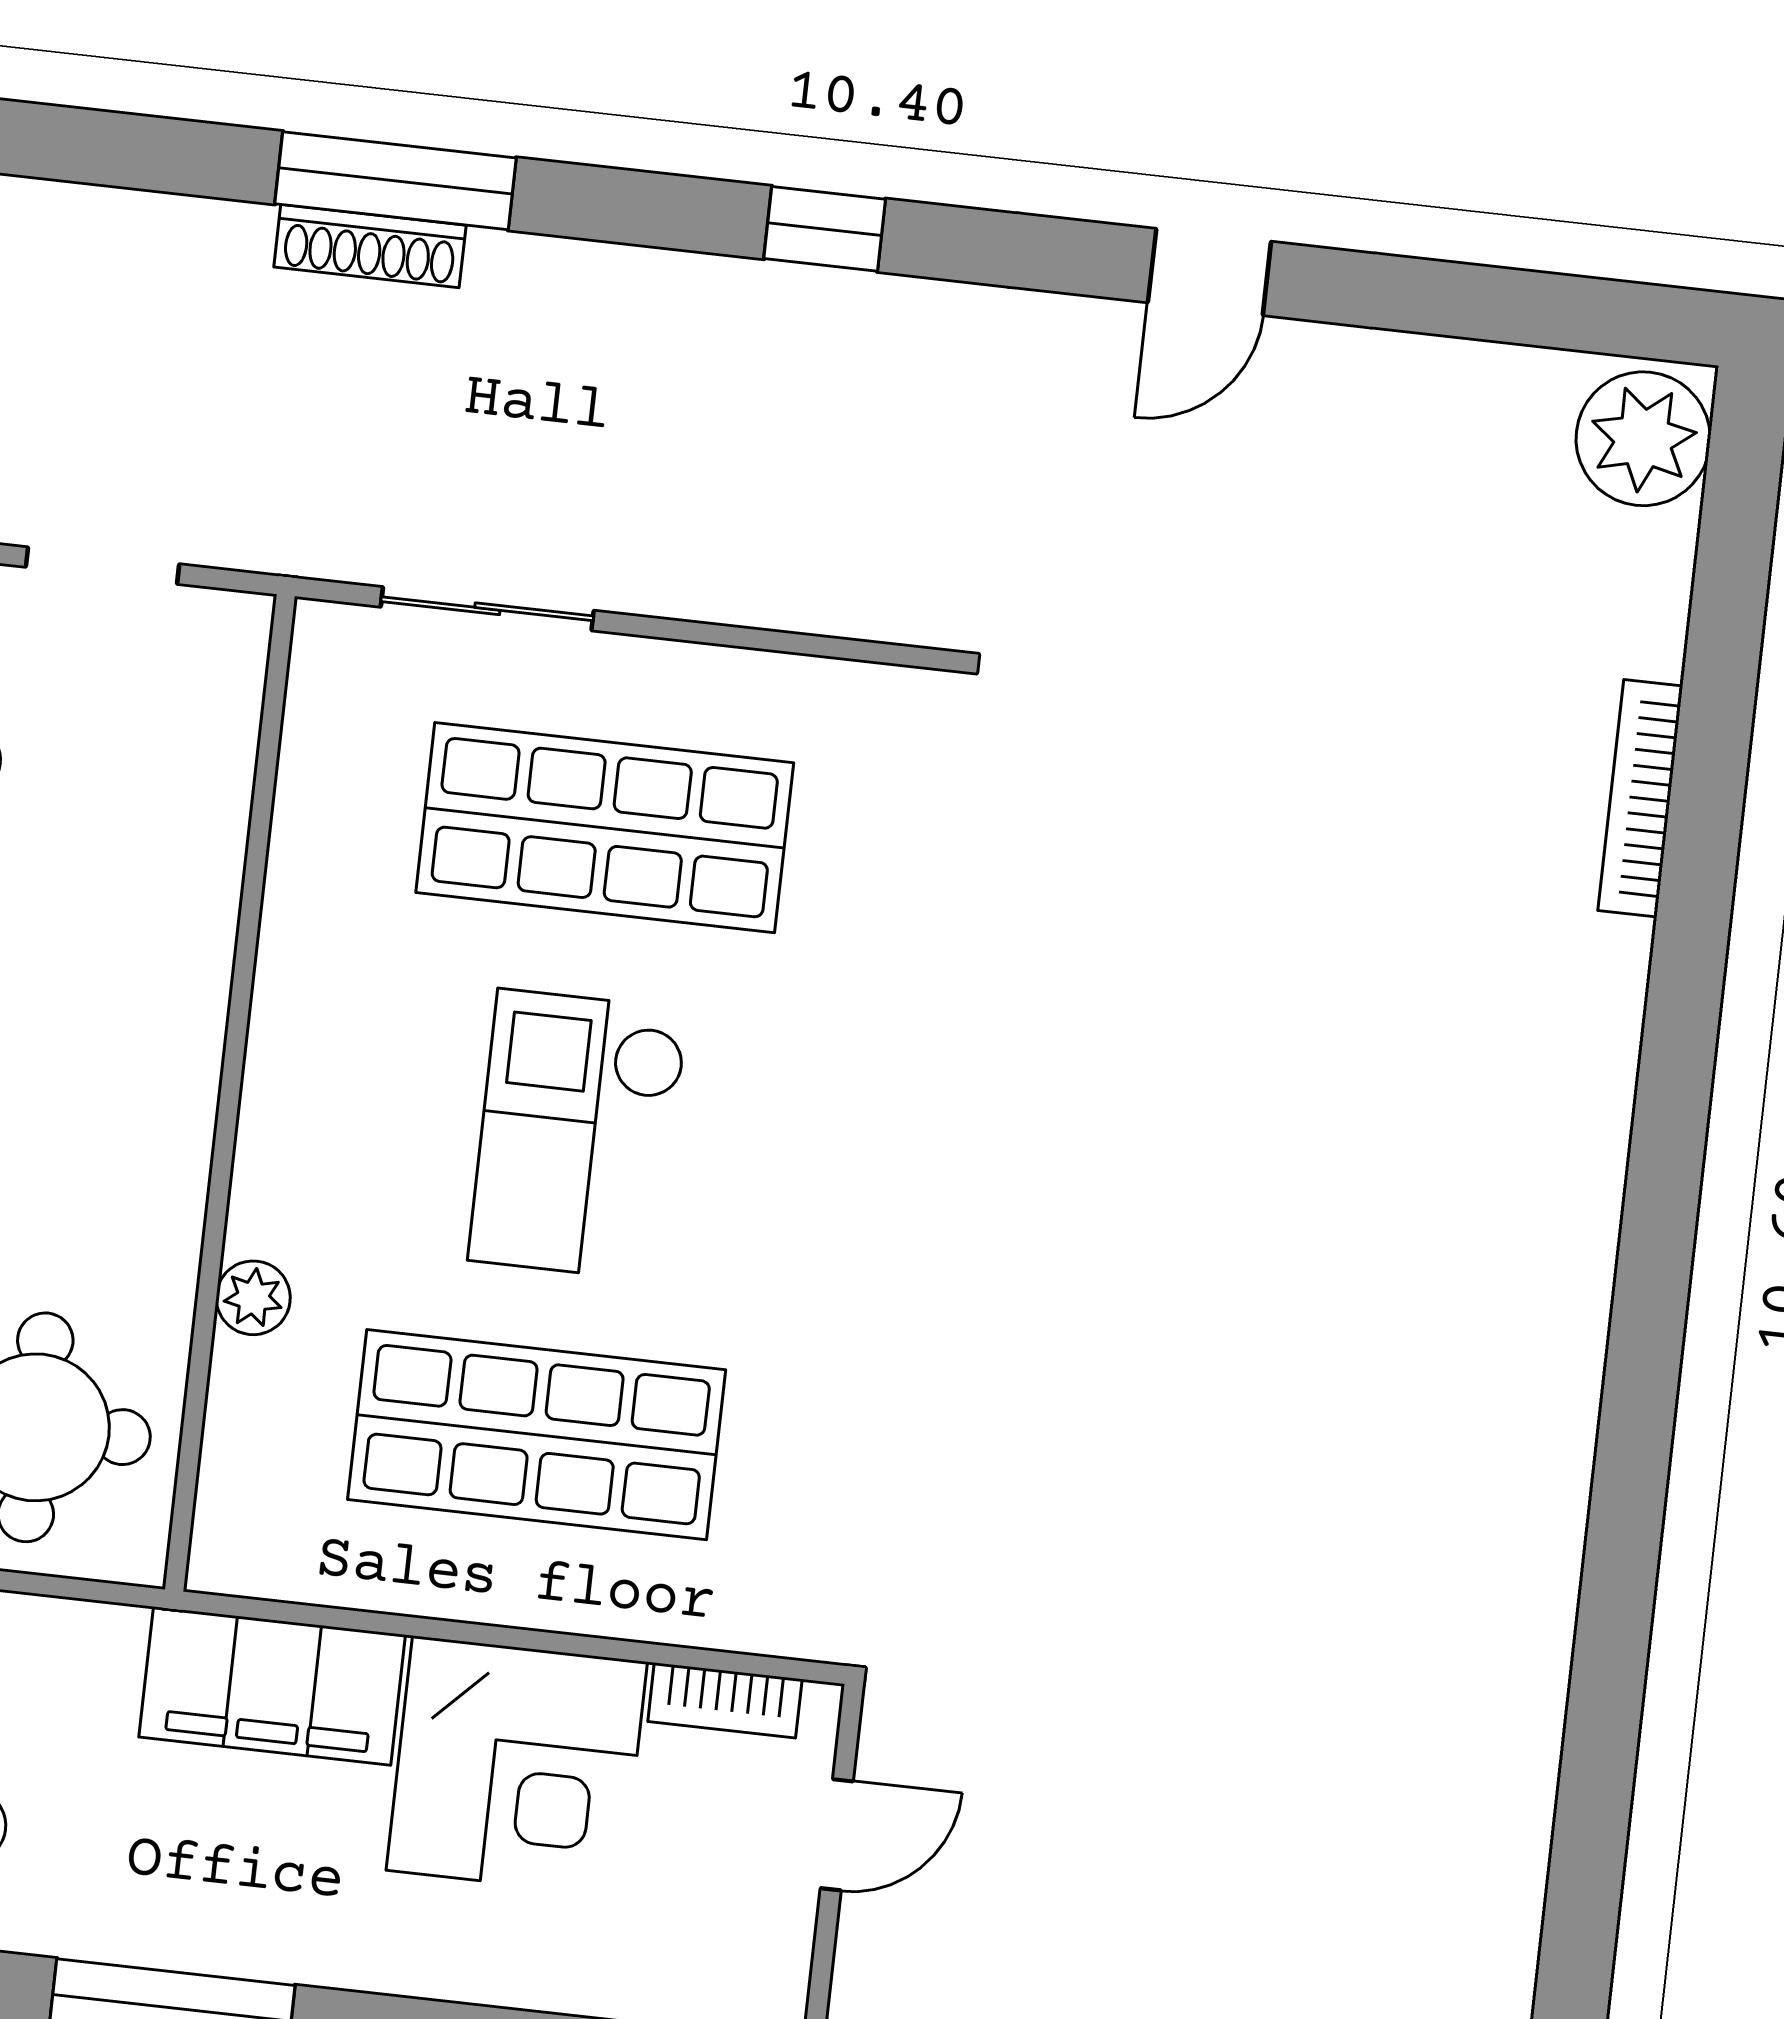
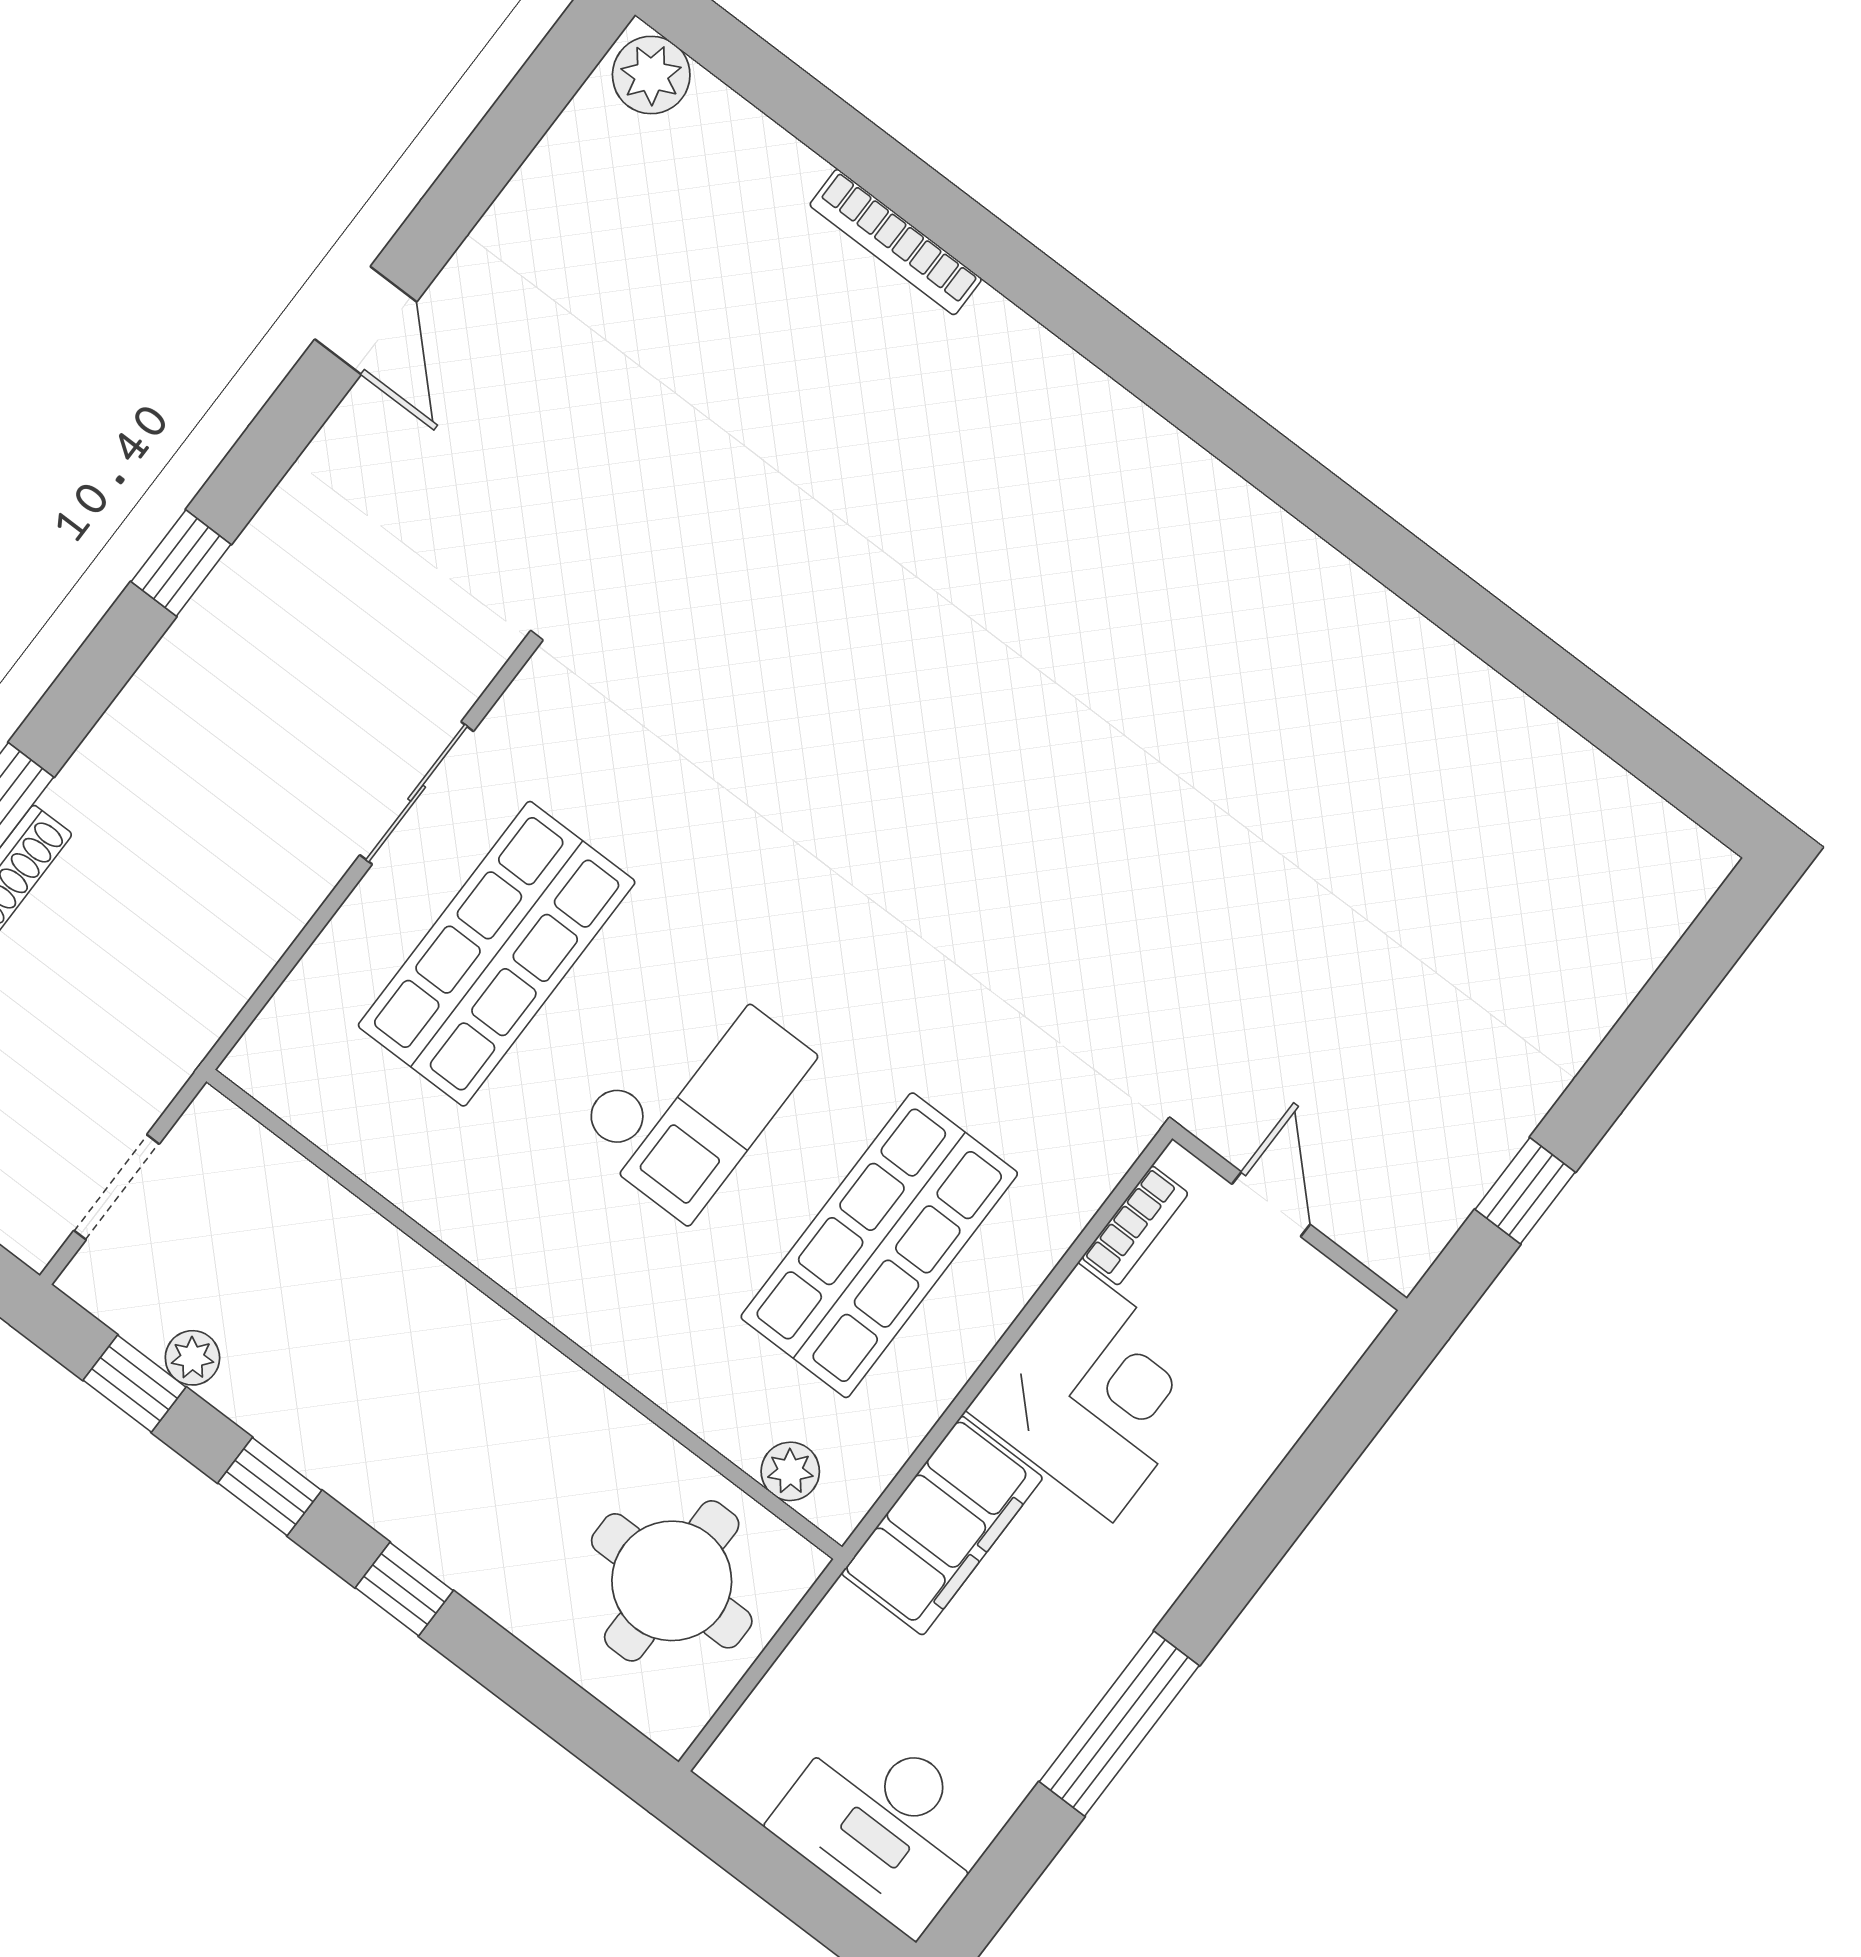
plant: (1643, 439) -> (651, 75), width x0.73, depth x0.73
sliding door: (487, 609) -> (417, 793), moved
checkout: (578, 1135) -> (694, 1096), turned -90
plant: (253, 1298) -> (790, 1471), moved

